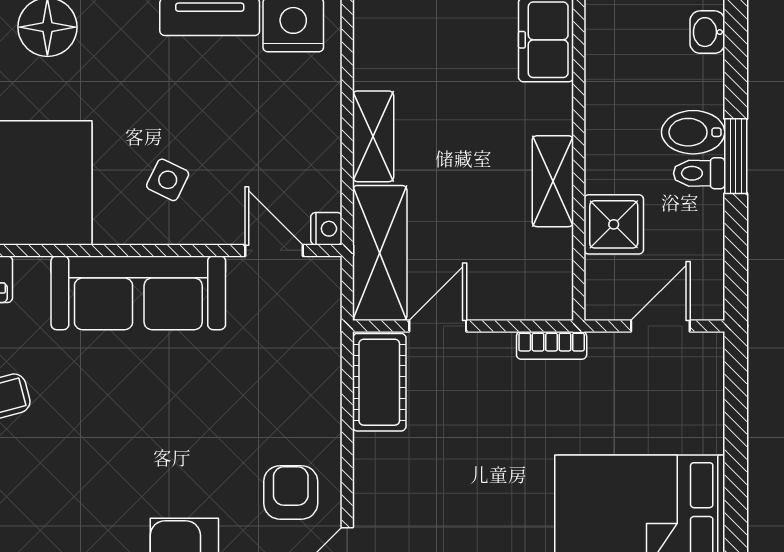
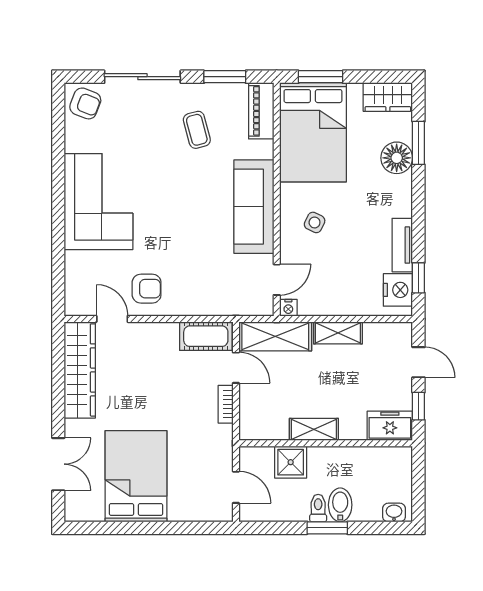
bookcase: (552, 345) -> (226, 404), moved

